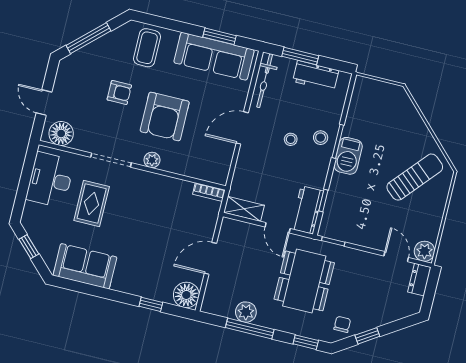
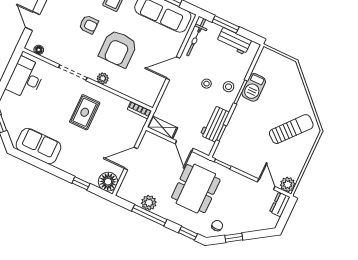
floor lamp: (61, 133) -> (39, 50), width x0.53, depth x0.53
barbecue: (348, 156) -> (254, 87), moved
rug: (92, 203) -> (85, 112), moved
workbench: (307, 210) -> (215, 124), moved

